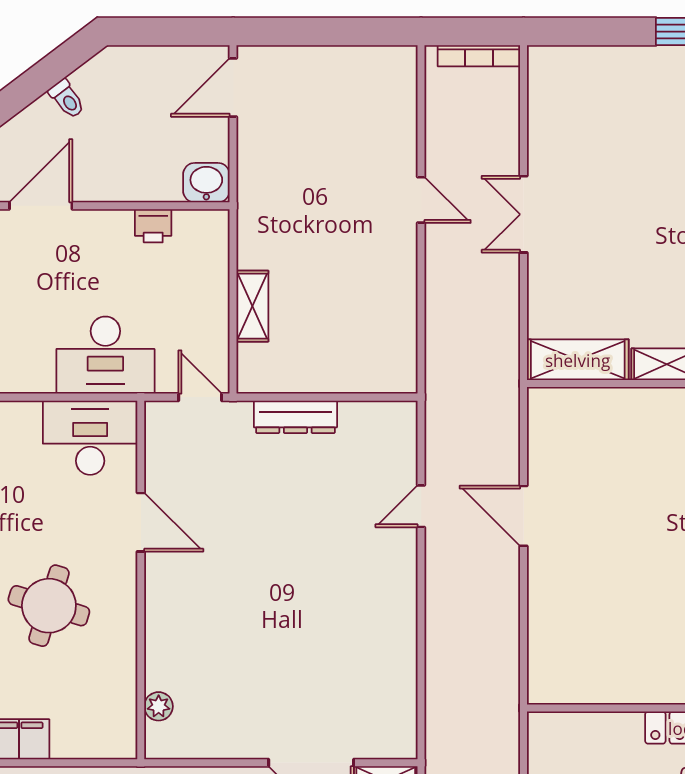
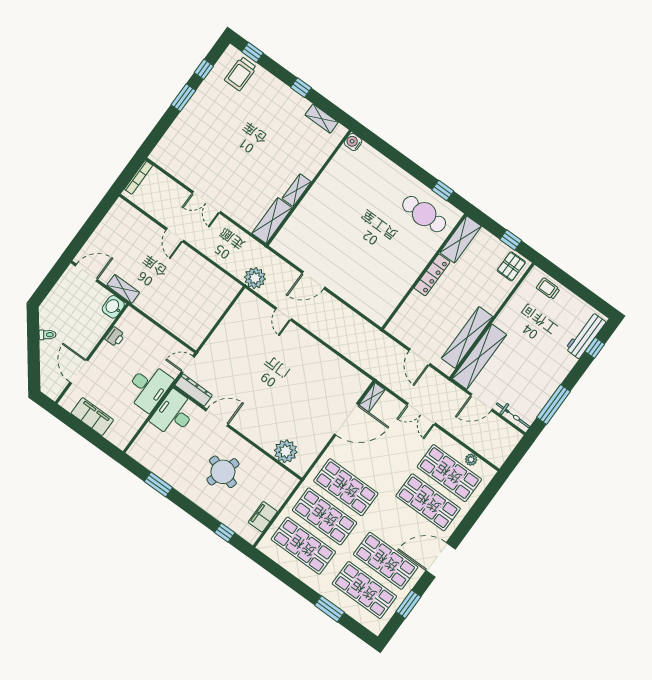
door: (233, 87) -> (86, 273), swing flipped
door: (421, 200) -> (175, 235), swing flipped
shelving: (252, 306) -> (123, 289), moved
plant: (449, 405) -> (255, 278), added
dresser: (295, 417) -> (194, 390), moved, turned -90
plant: (159, 706) -> (286, 451), width x1.87, depth x1.87

